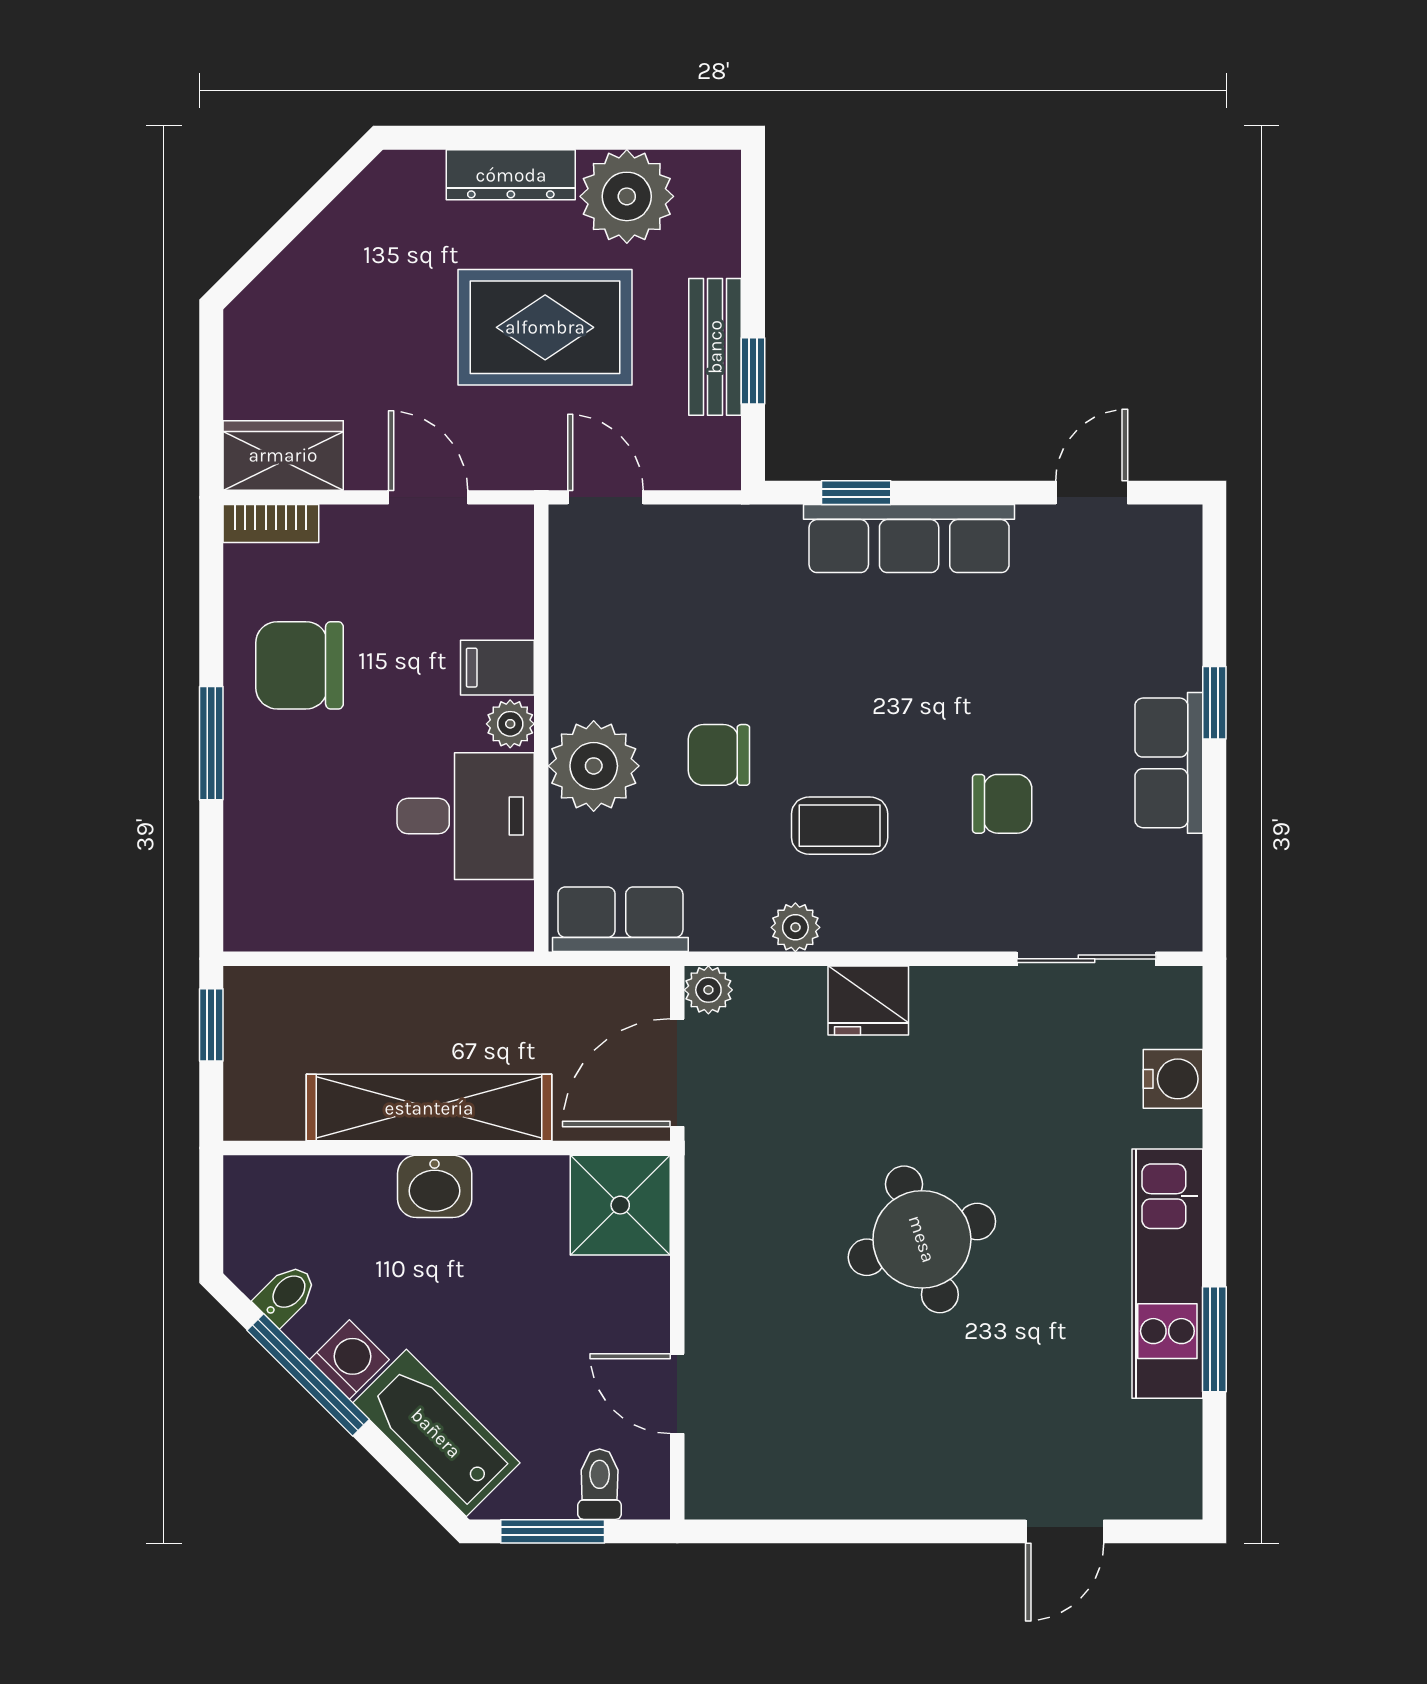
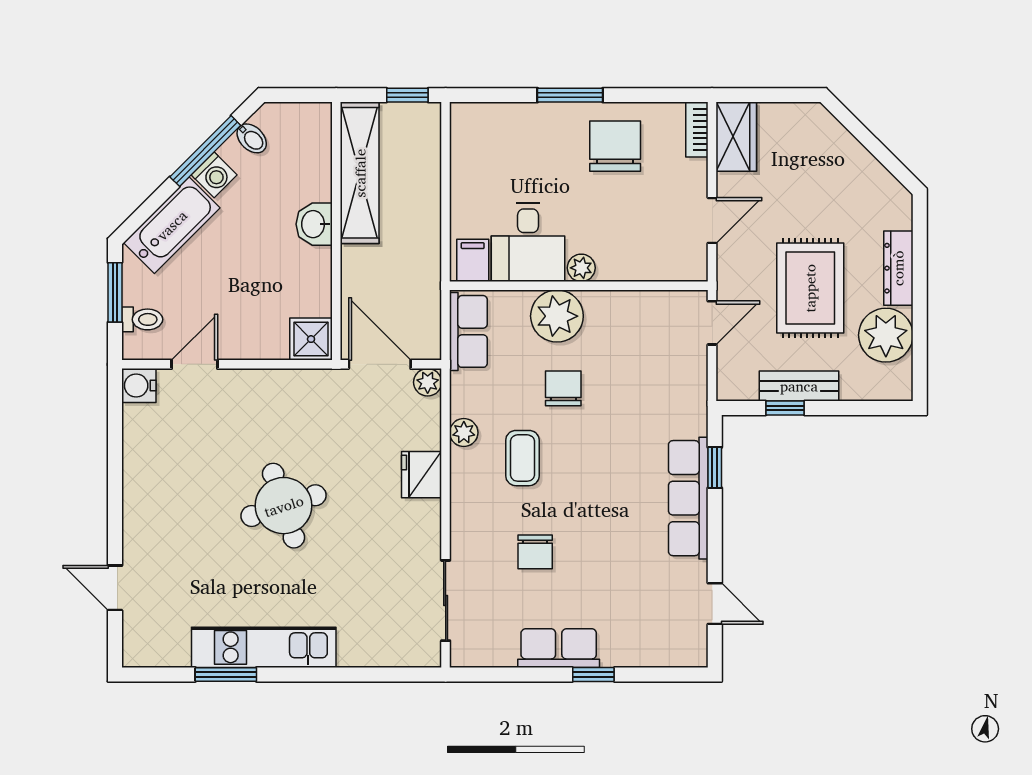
filing cabinet: (497, 668) -> (473, 260), moved
water cooler: (1173, 1079) -> (139, 385), moved, turned 90
shelving: (429, 1108) -> (360, 173), moved
shower: (620, 1205) -> (311, 339), width x0.73, depth x0.73

